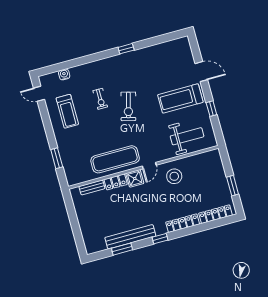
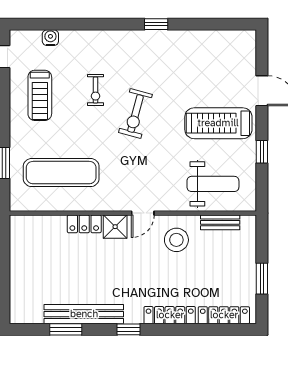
exercise mat: (115, 159) -> (61, 173), moved
bench: (92, 187) -> (220, 222), moved

